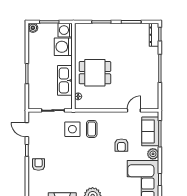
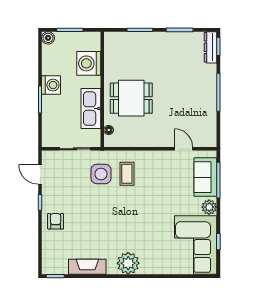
washing machine: (65, 30) -> (51, 85), moved, turned 180
door: (134, 110) -> (184, 149), hinge flipped
armchair: (121, 145) -> (167, 195), removed

